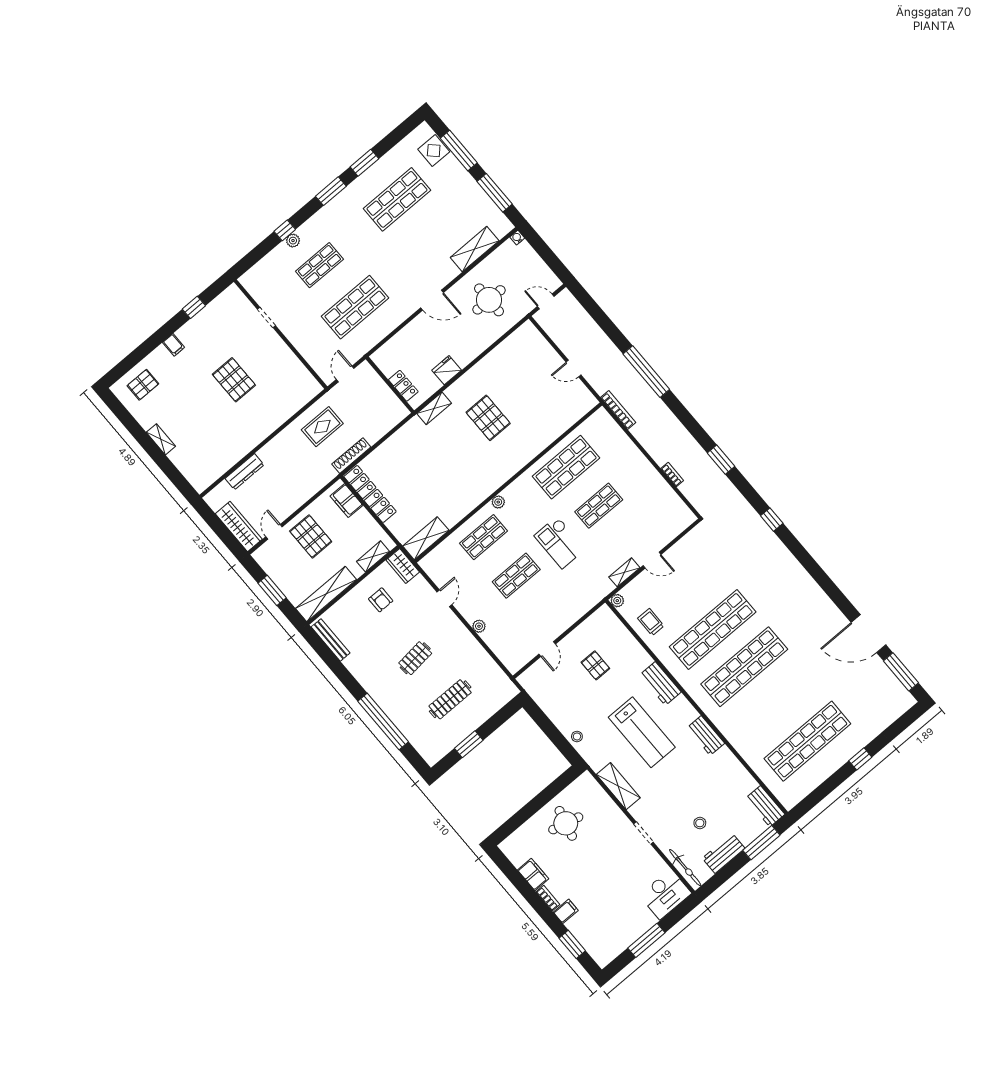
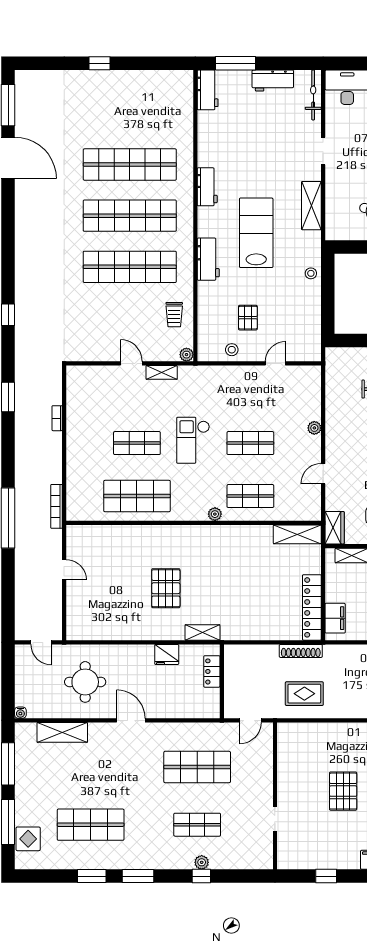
checkout: (560, 542) -> (193, 440), turned 180
shop shelf: (807, 741) -> (130, 165), moved
stool: (700, 823) -> (232, 350), moved

